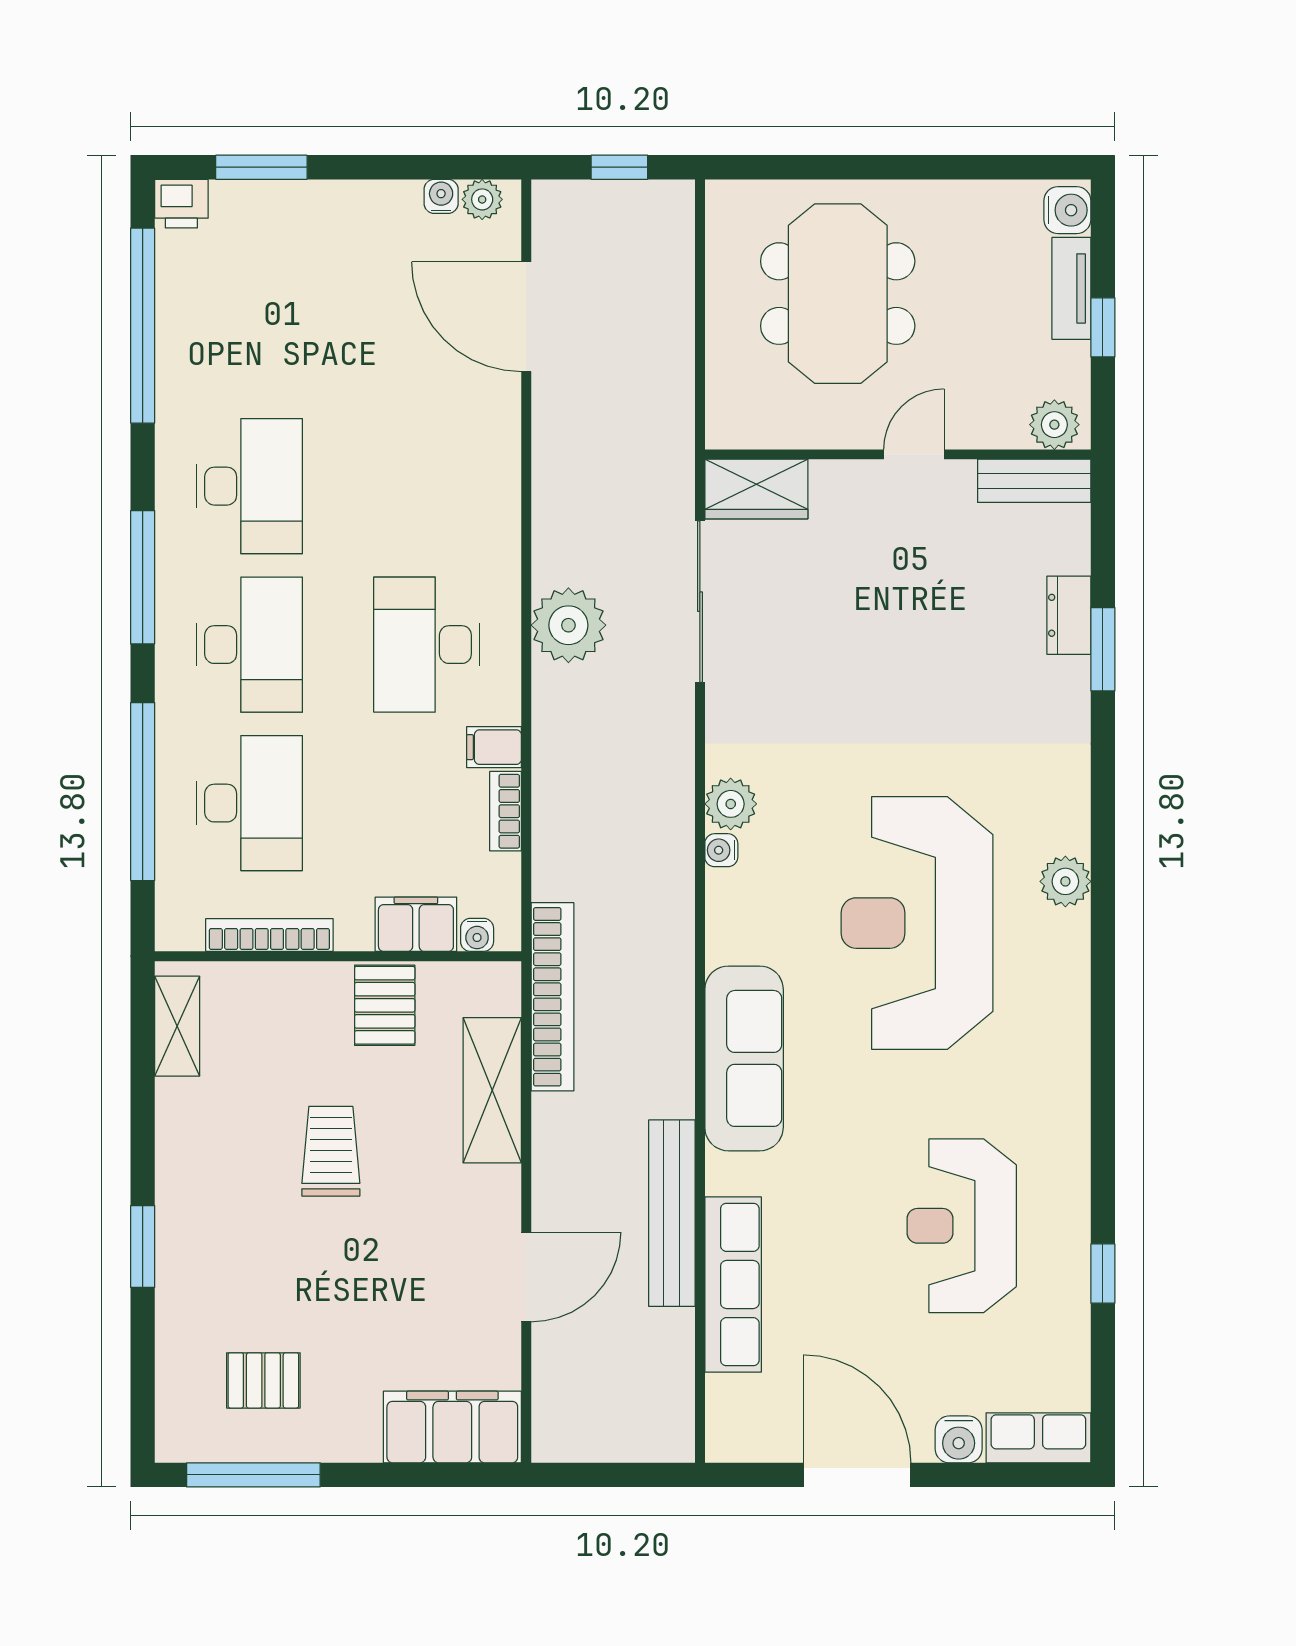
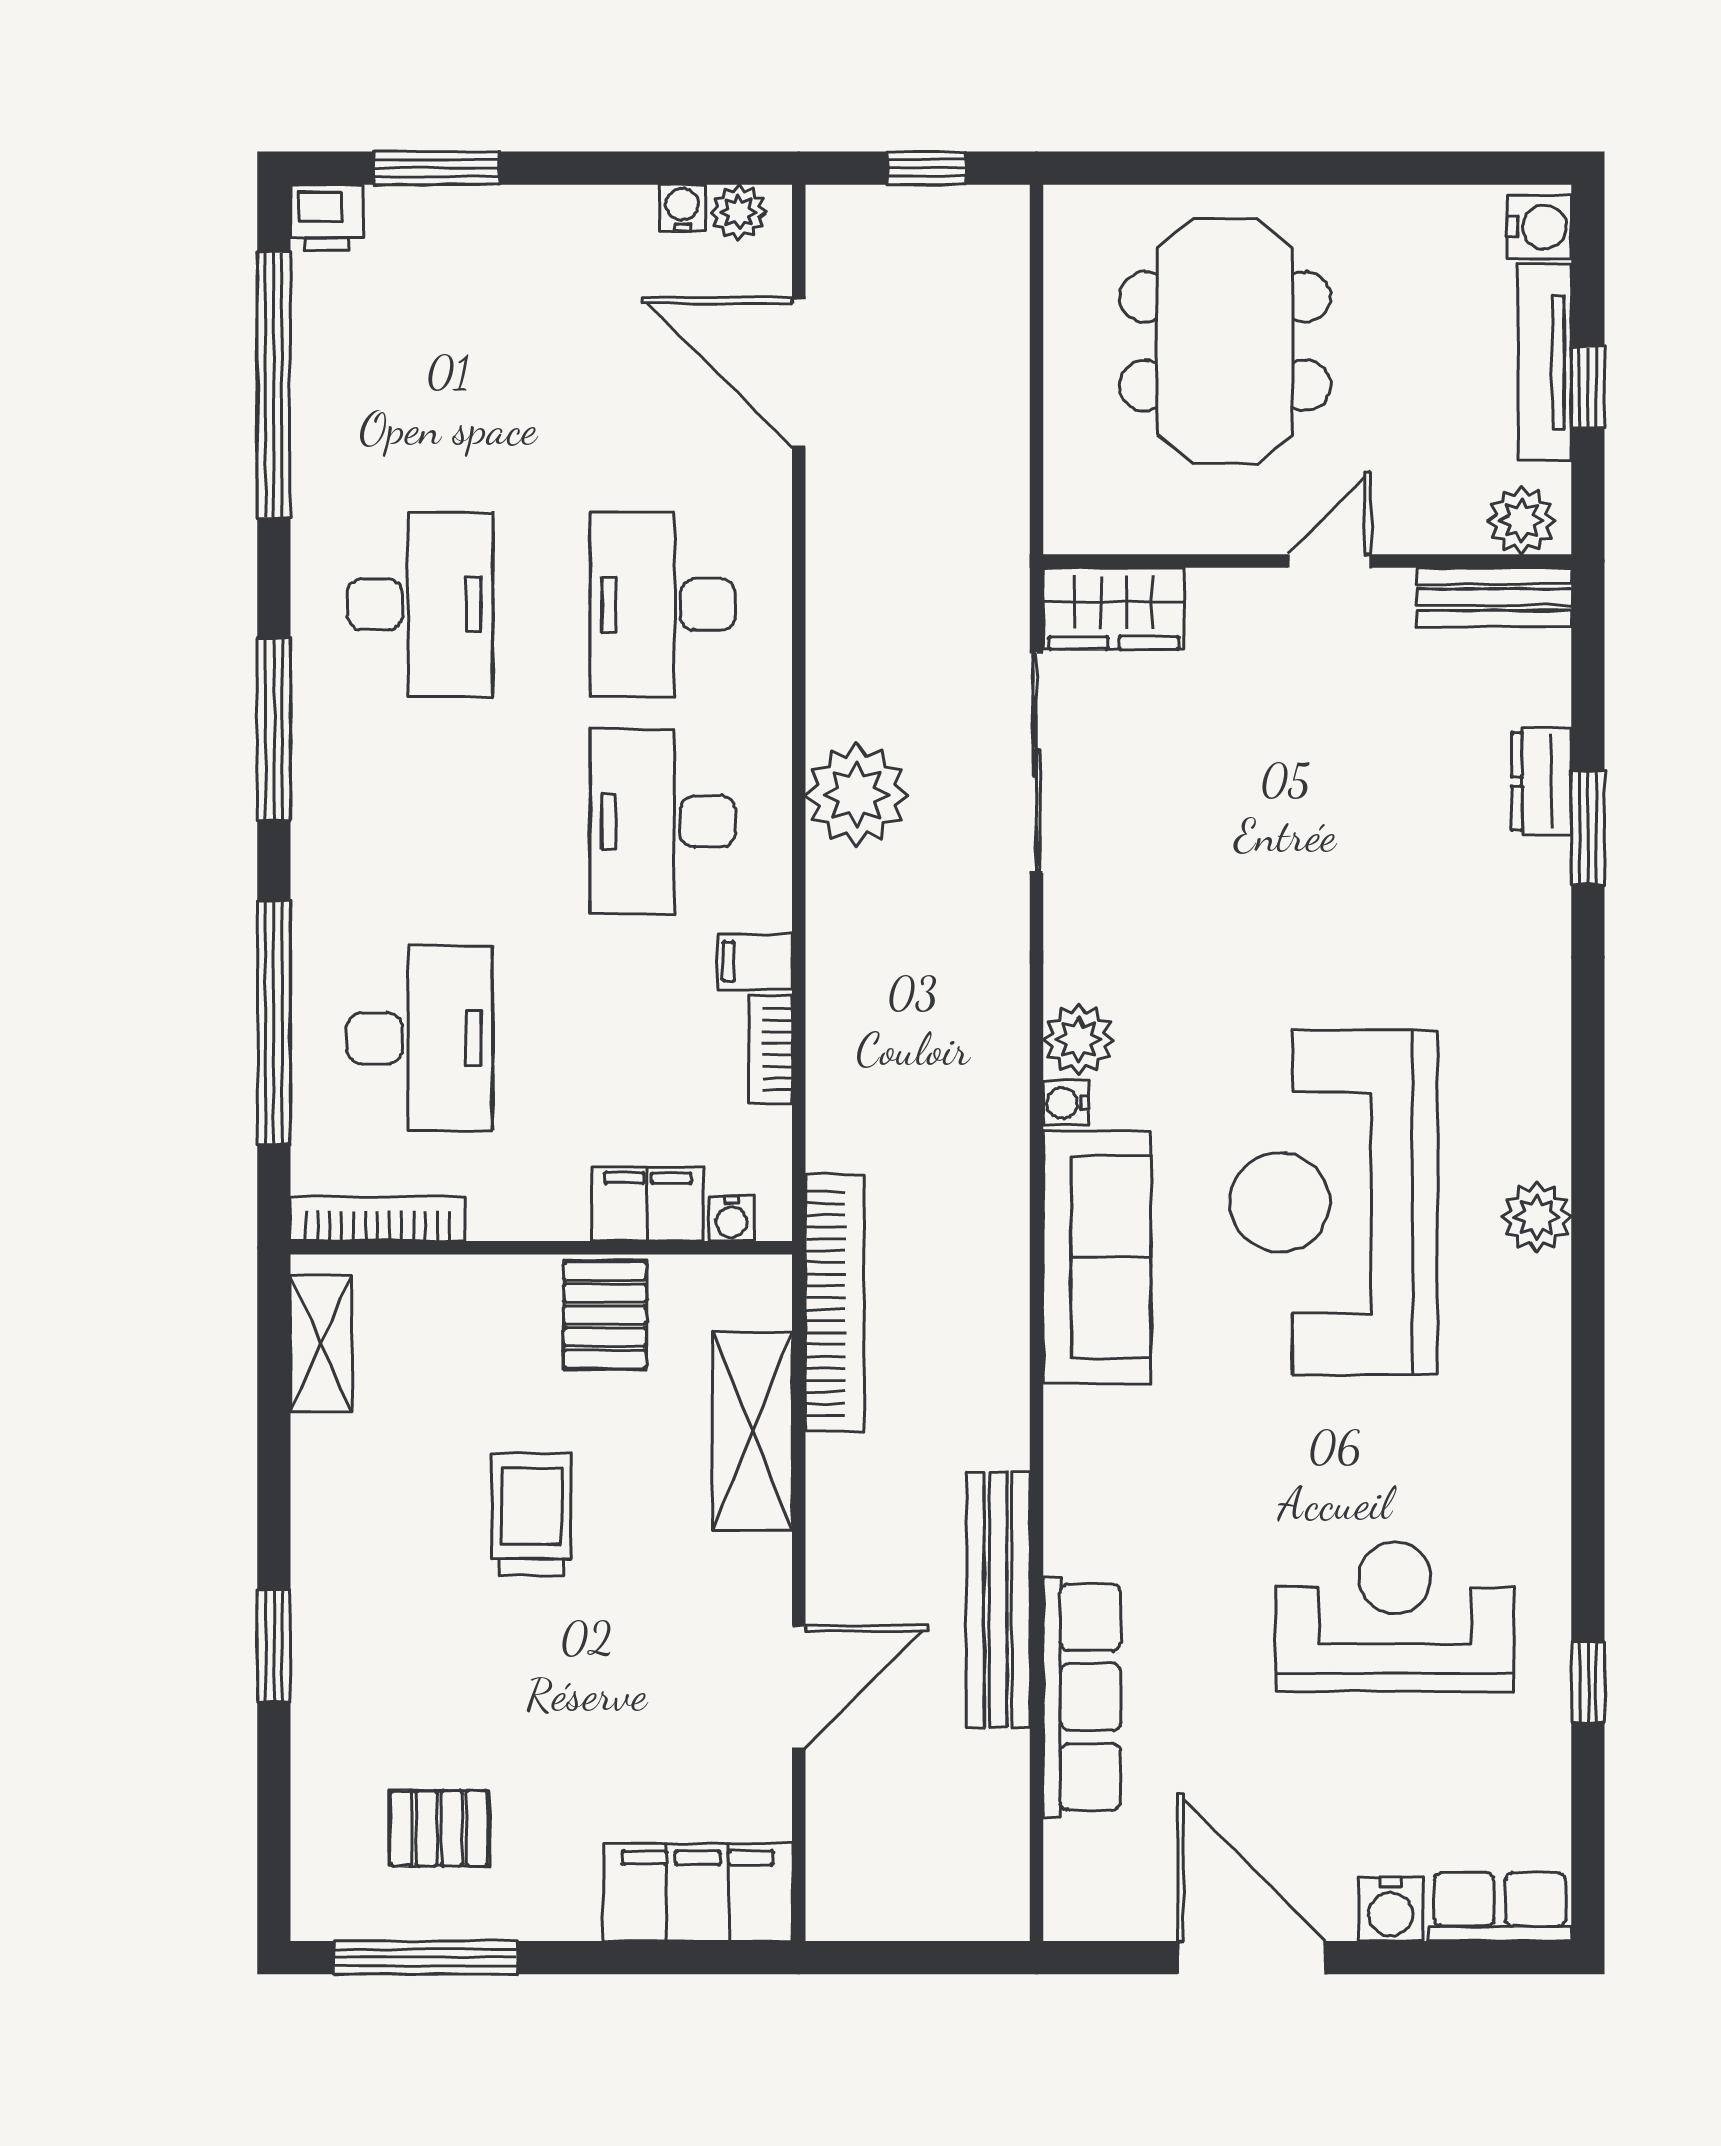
tv unit: (1071, 288) -> (1545, 362), width x1.41
desk: (249, 645) -> (663, 604), moved, turned 180
plant: (1065, 881) -> (1537, 1217), moved
bookcase: (269, 935) -> (378, 1219), moved
sofa: (744, 1058) -> (1097, 1257), moved
reception desk: (962, 1226) -> (1395, 1617), turned 90

